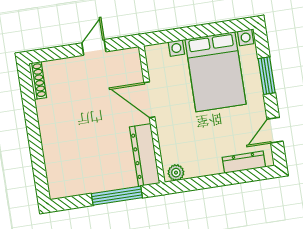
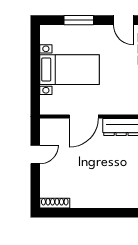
door: (94, 47) -> (35, 154), swing flipped
bed with nightstands: (215, 72) -> (70, 70), width x0.73

